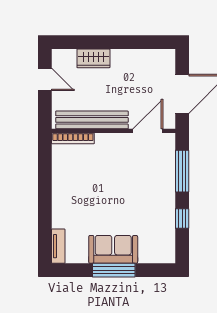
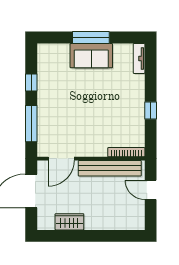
wardrobe: (93, 58) -> (69, 222), moved
door: (45, 79) -> (151, 190), moved
window: (45, 186) -> (151, 111), added

